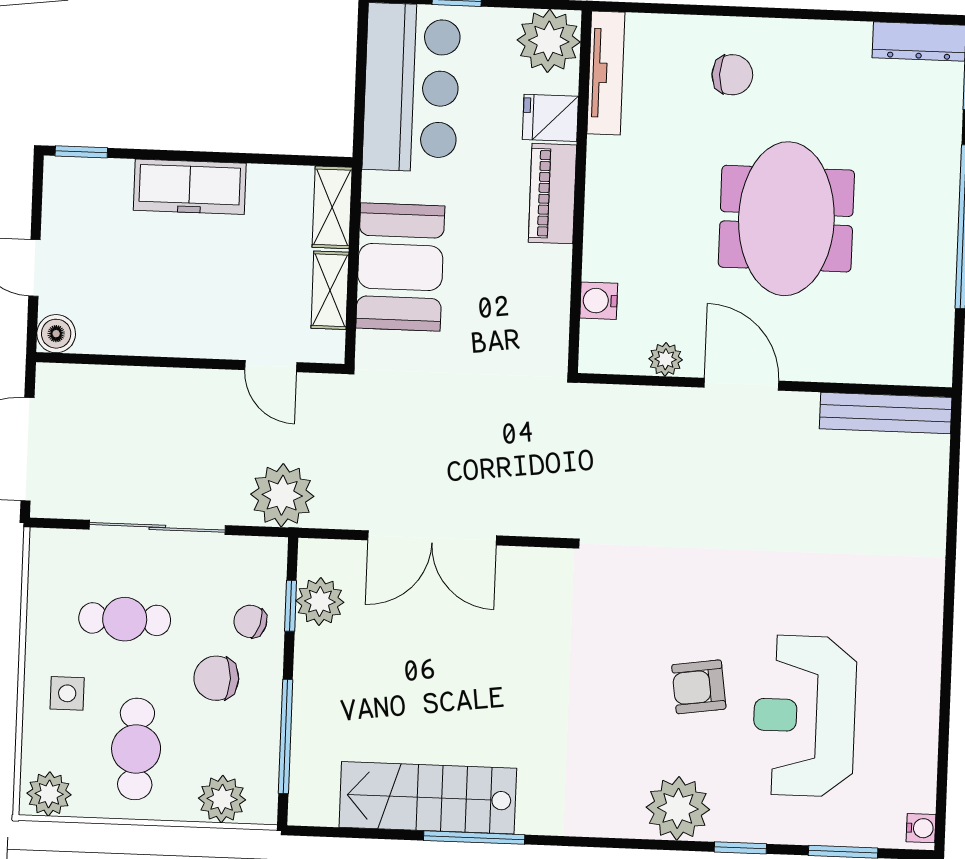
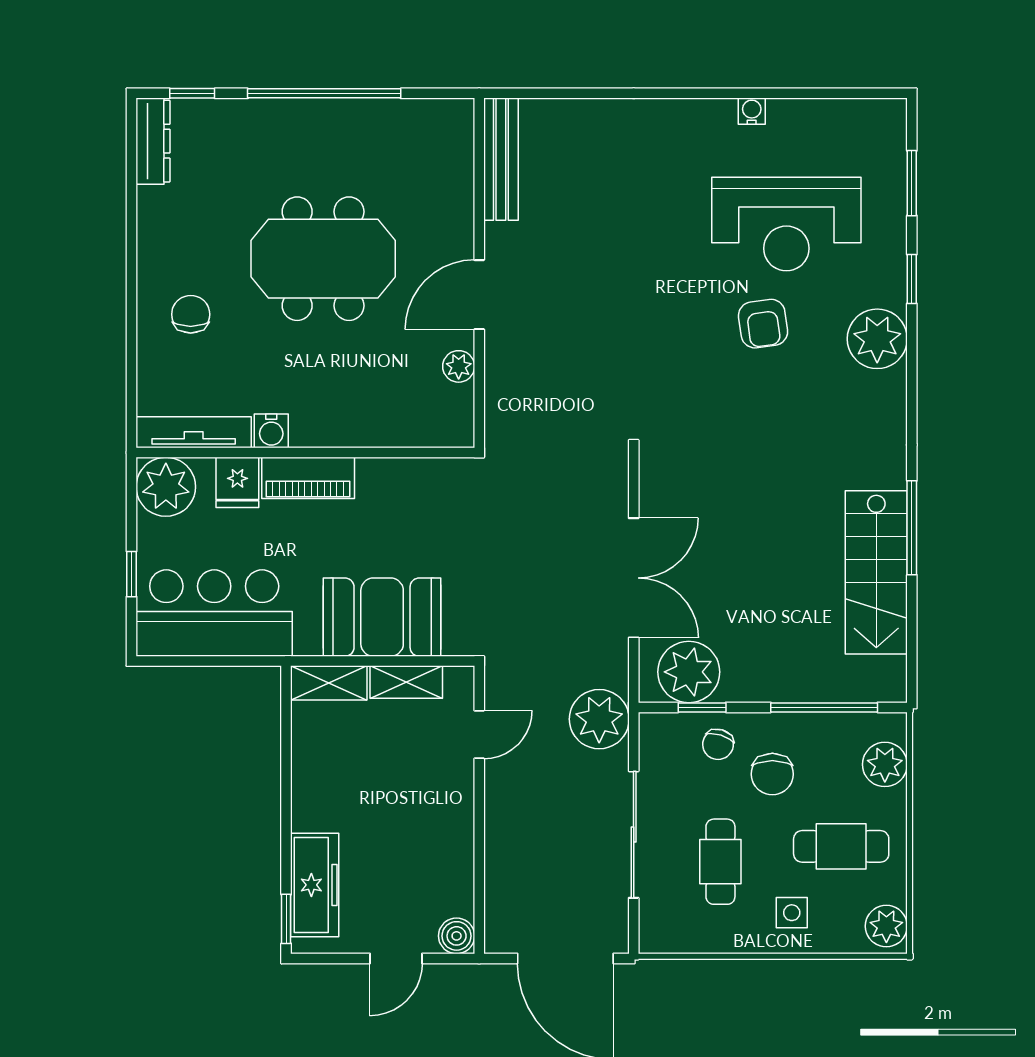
freezer: (190, 187) -> (315, 885), moved
water cooler: (599, 301) -> (271, 431), moved
plant: (320, 602) -> (689, 672), width x1.36, depth x1.36
water cooler: (921, 828) -> (752, 111), moved

